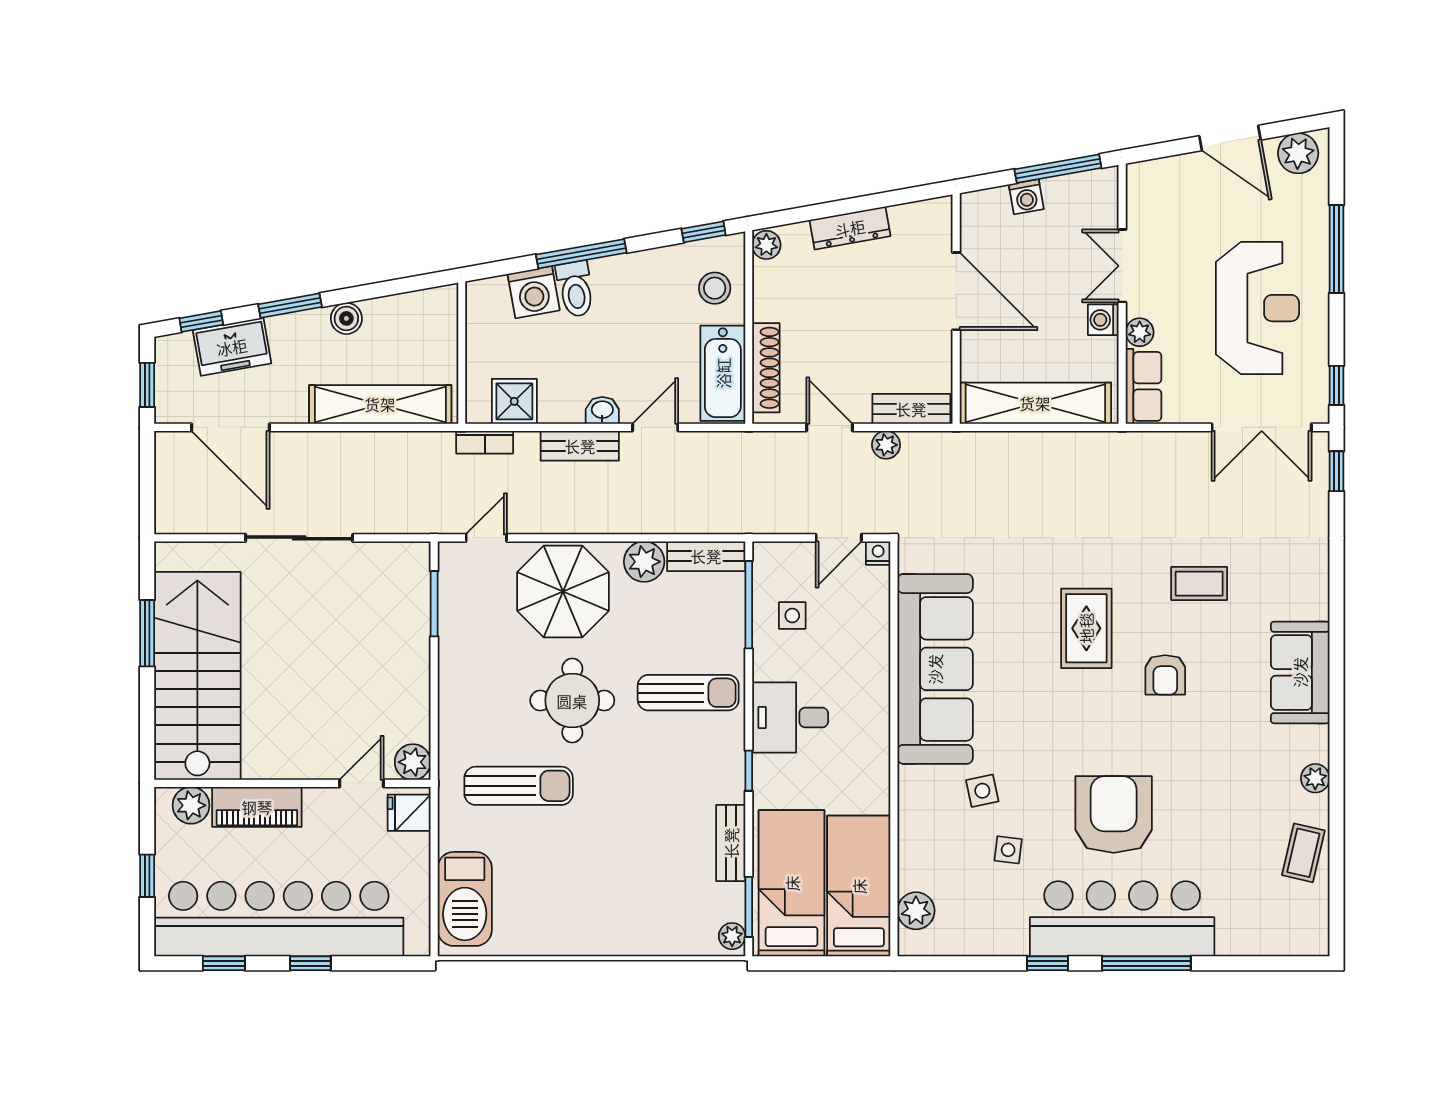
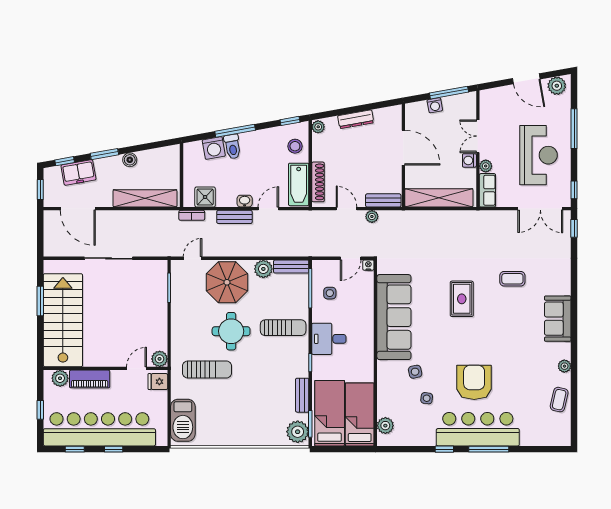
armchair: (1165, 675) -> (497, 320), removed
plant: (732, 936) -> (298, 432), width x1.87, depth x1.87

